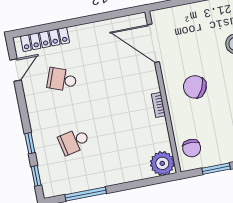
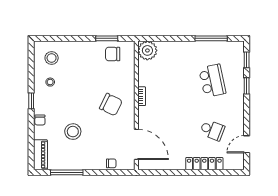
chair: (180, 13) -> (111, 163), added
locker: (45, 39) -> (204, 164), moved
school desk: (74, 141) -> (212, 81), width x1.85
chair: (192, 148) -> (113, 54), moved, turned -90

